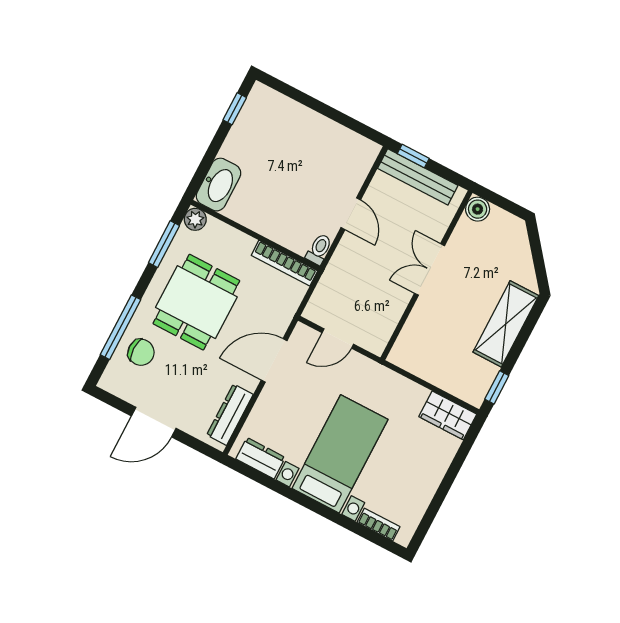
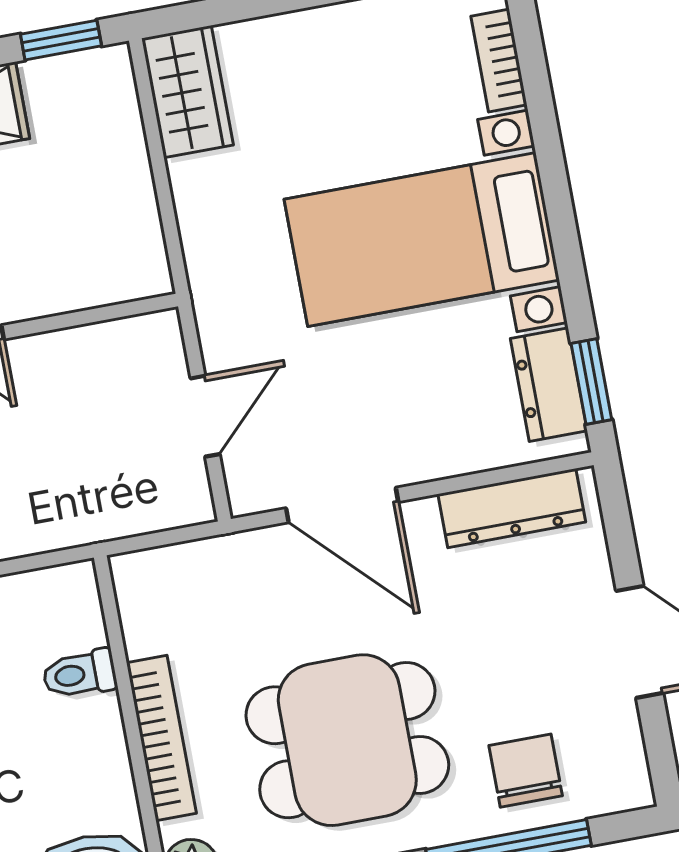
toilet: (319, 249) -> (80, 674), moved
bookcase: (284, 263) -> (161, 738), moved
door: (338, 338) -> (205, 416), hinge flipped
window: (251, 473) -> (591, 381), added

